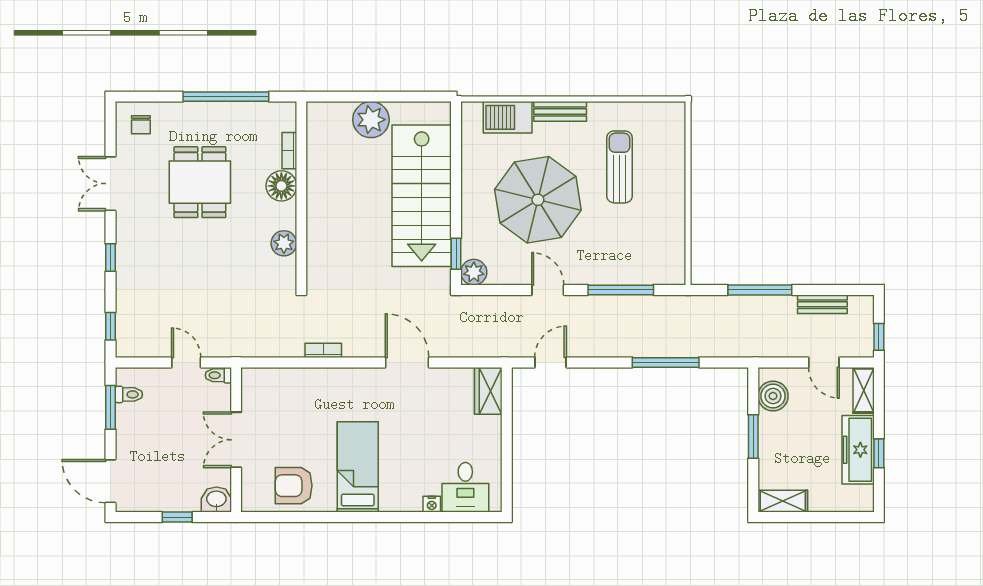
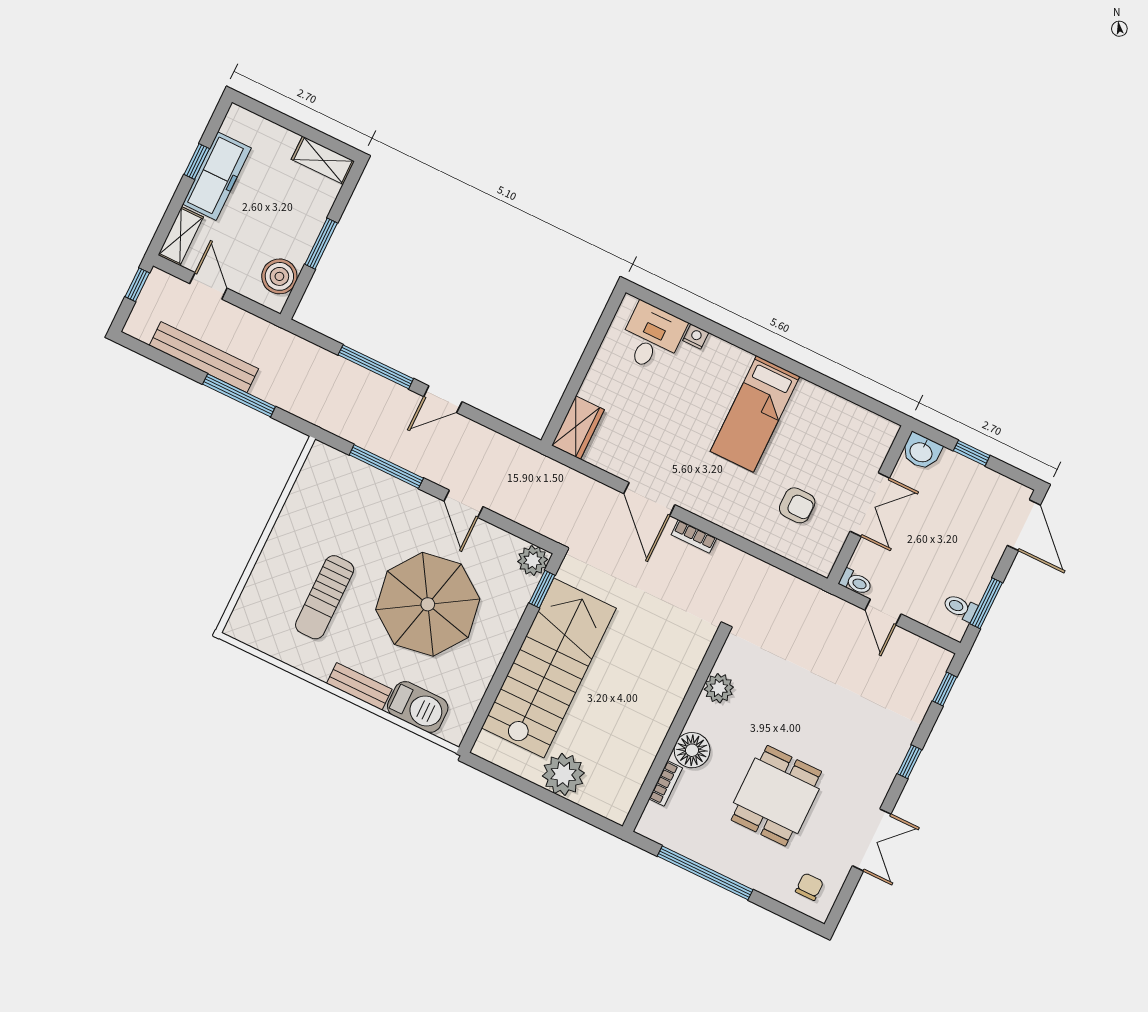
bench: (822, 304) -> (204, 357), width x1.86, depth x1.21
bookcase: (323, 350) -> (694, 536), moved
door: (551, 362) -> (443, 399), moved
armchair: (294, 486) -> (797, 505), moved, width x0.72, depth x0.72

